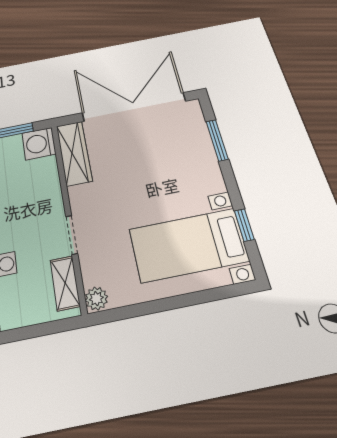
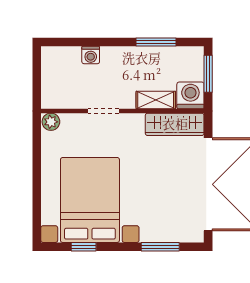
bed with nightstands: (188, 245) -> (90, 200), width x1.36
shelving: (65, 283) -> (156, 100), moved

